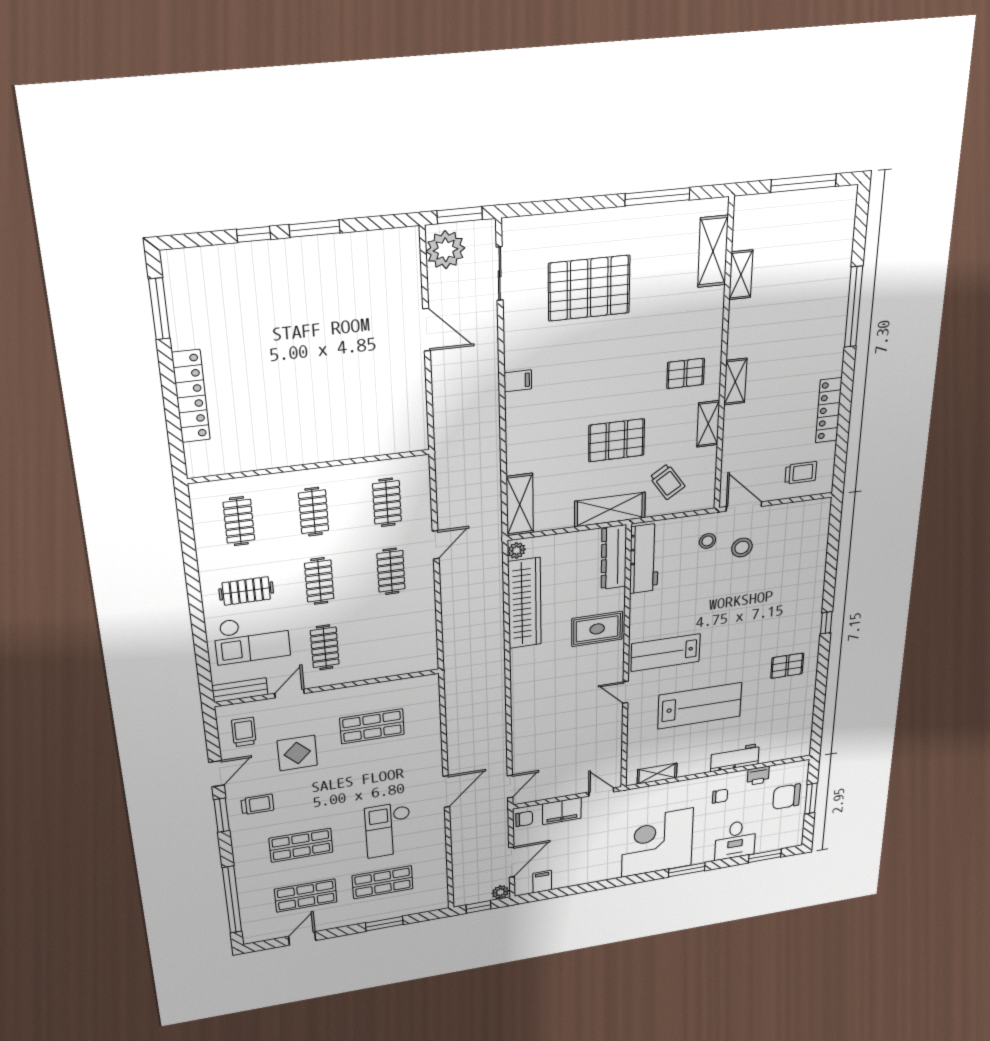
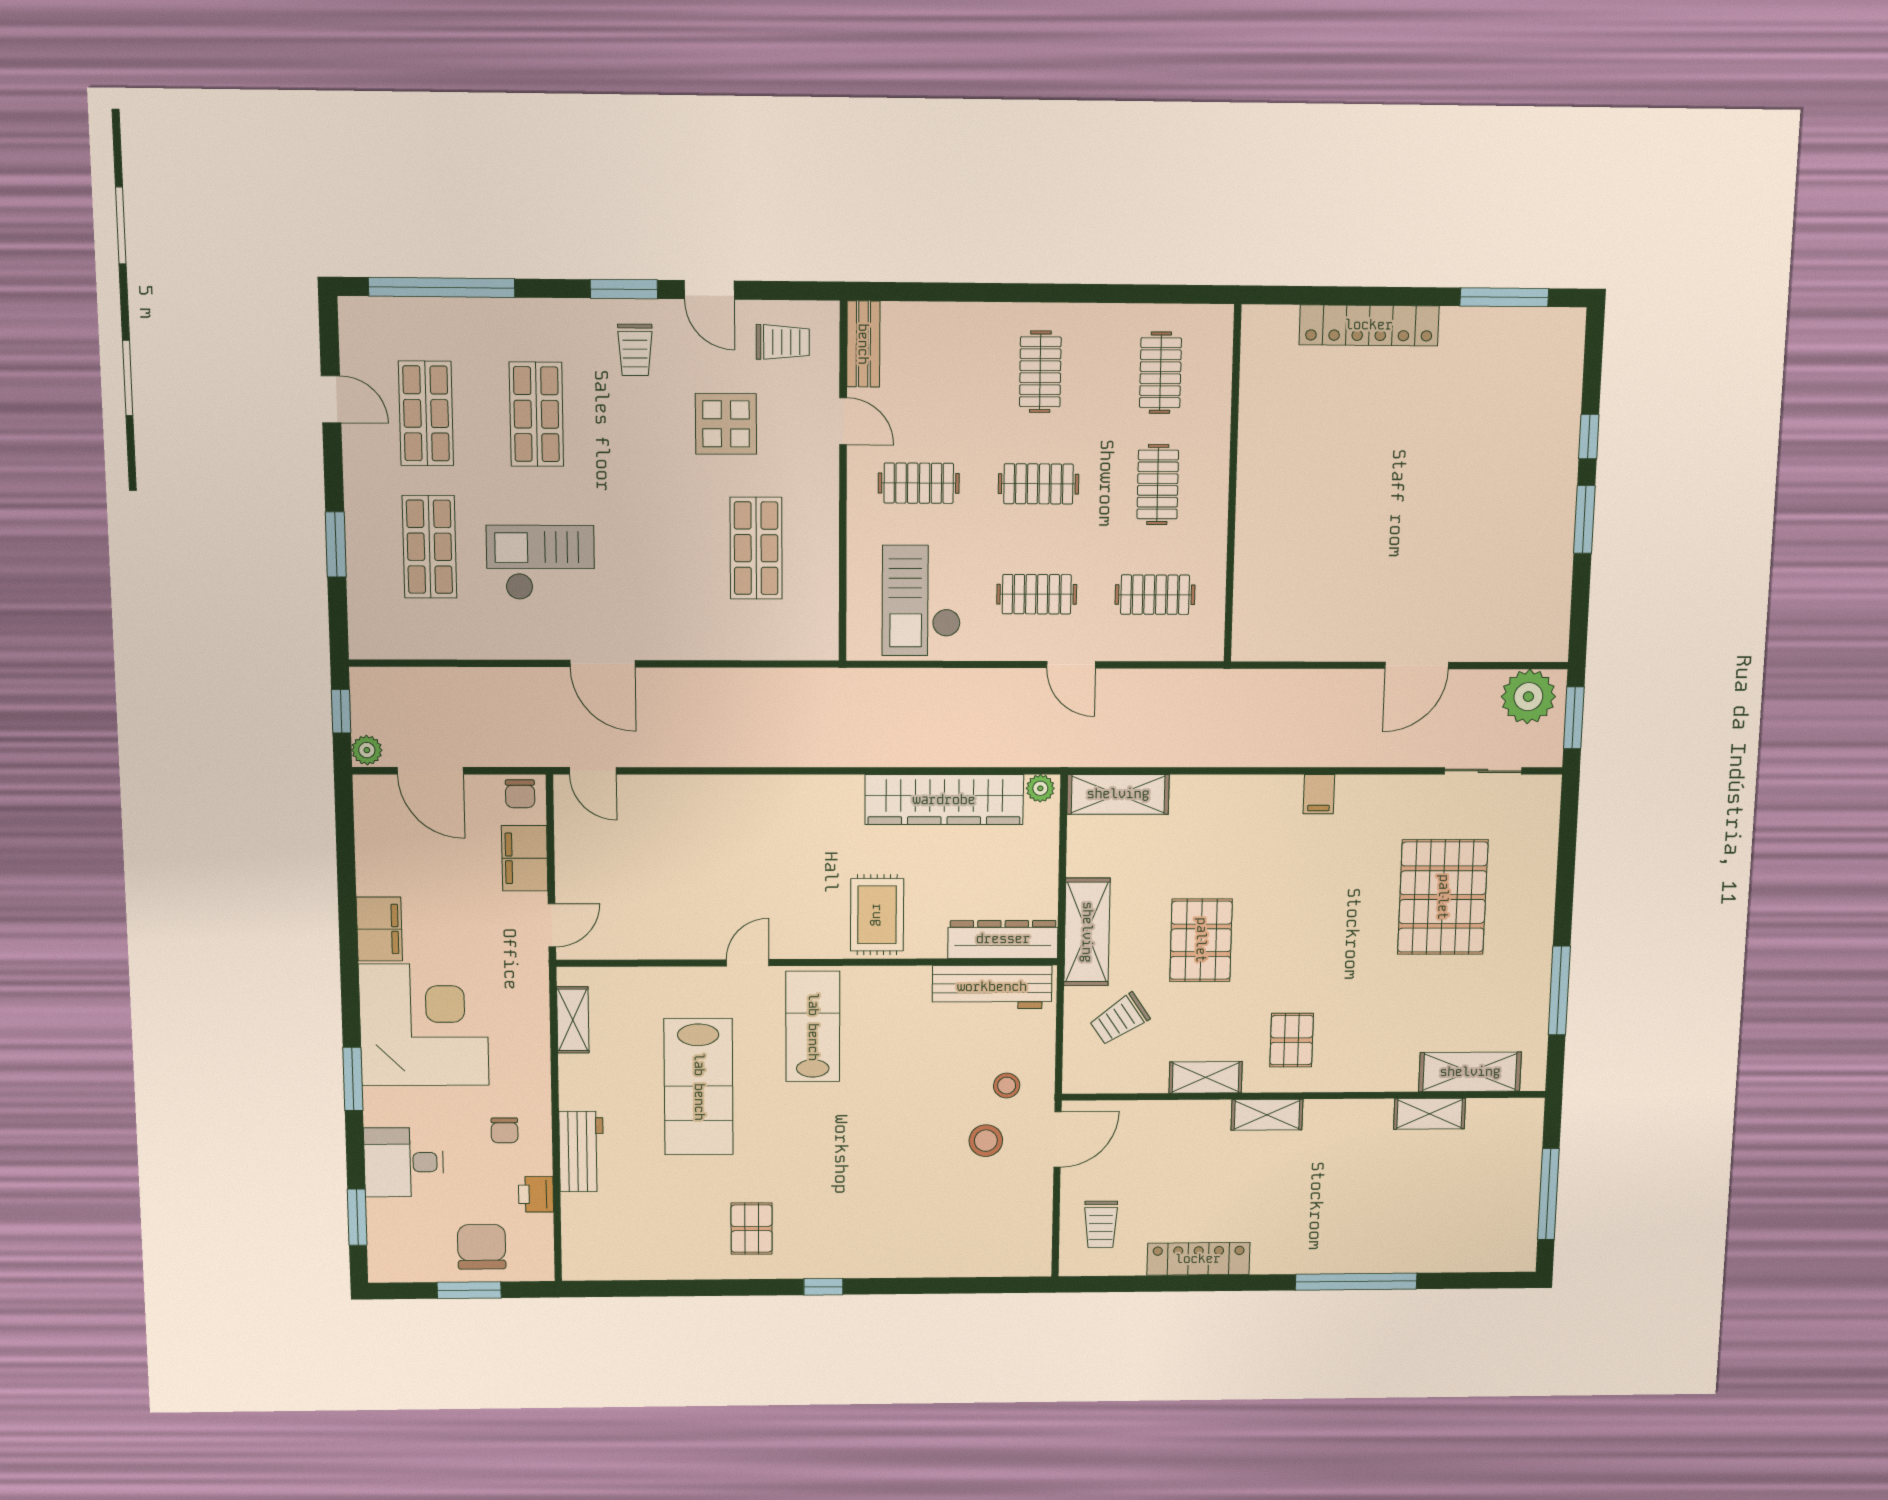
clothes rail: (314, 512) -> (1158, 485), turned 90
clothes rail: (239, 521) -> (1160, 373), turned 90
checkout: (252, 639) -> (922, 601), moved
filing cabinet: (542, 882) -> (379, 929), moved, width x2.00

